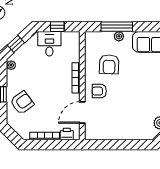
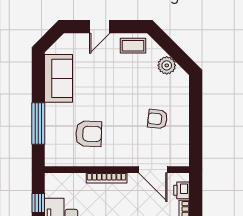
plant: (119, 36) -> (51, 121), removed
armchair: (99, 91) -> (157, 119), moved, turned 96

